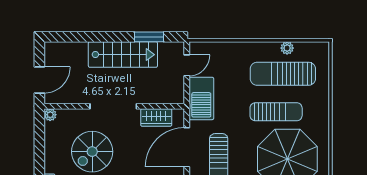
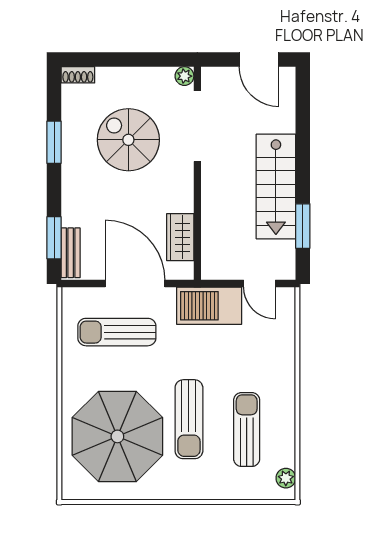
plant: (287, 48) -> (286, 478), moved
sun lounger: (283, 74) -> (247, 430), width x0.73, depth x0.75
door: (39, 80) -> (259, 60), moved
doorway: (113, 106) -> (197, 126), moved

